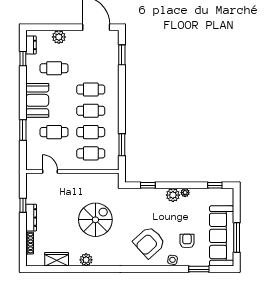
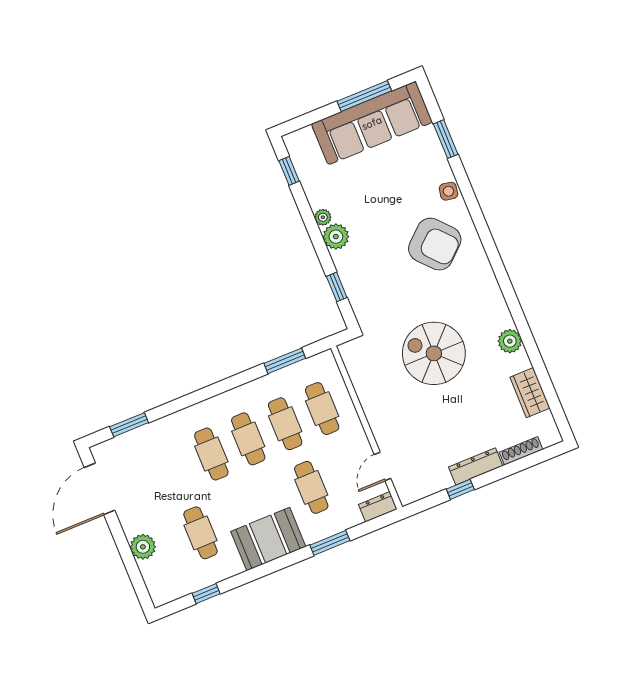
dresser: (31, 45) -> (378, 507), moved
armchair: (187, 241) -> (406, 180), removed

